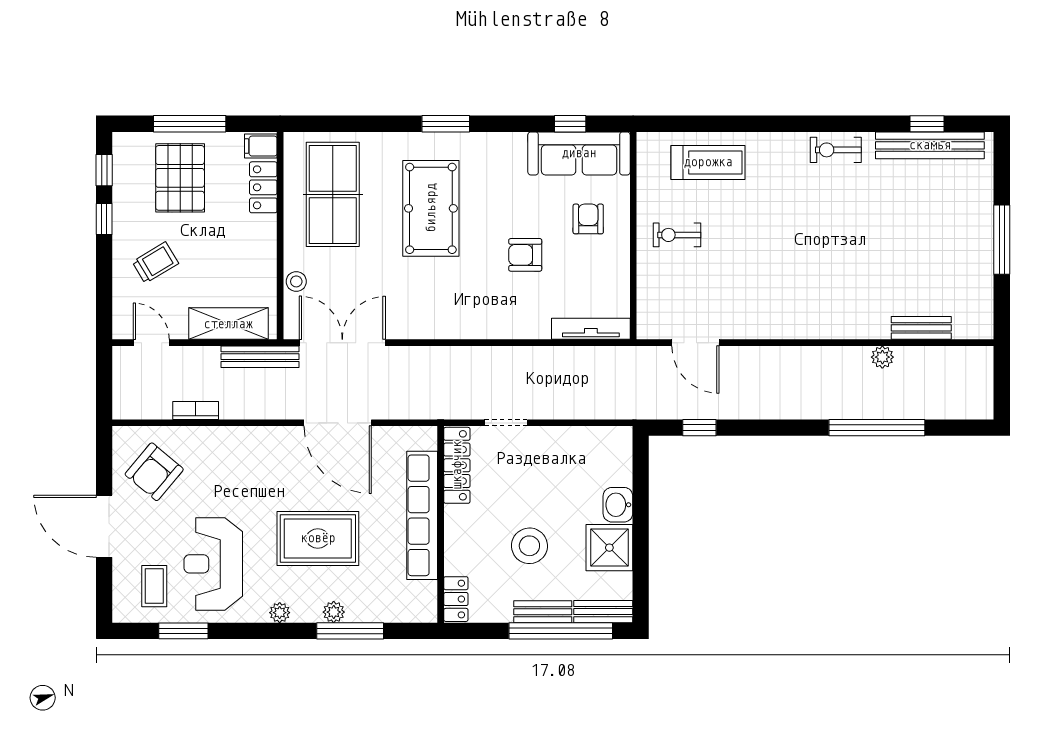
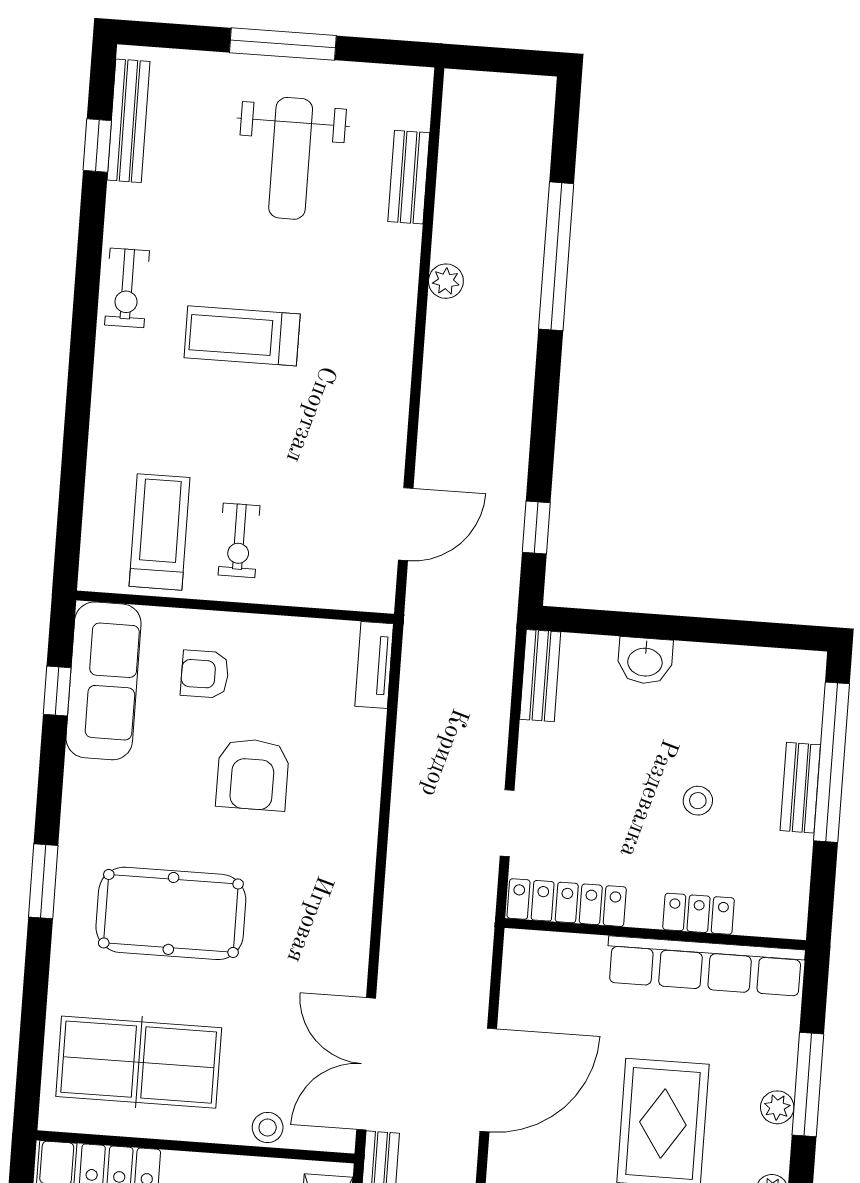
bench: (930, 145) -> (128, 121), width x0.73, depth x0.82
treadmill: (708, 162) -> (160, 532), moved
treadmill: (810, 227) -> (242, 336), added
weight bench: (928, 250) -> (291, 158), added
armchair: (525, 255) -> (253, 774), width x1.38, depth x1.38
tv unit: (591, 329) -> (374, 665), width x0.71
plant: (882, 357) -> (446, 281), moved
row of seats: (422, 515) -> (705, 966), moved
stool: (529, 546) -> (698, 801), width x0.53, depth x0.53
shower: (609, 548) -> (710, 679), removed
locker: (456, 599) -> (699, 914), moved
bench: (603, 612) -> (540, 676), moved

